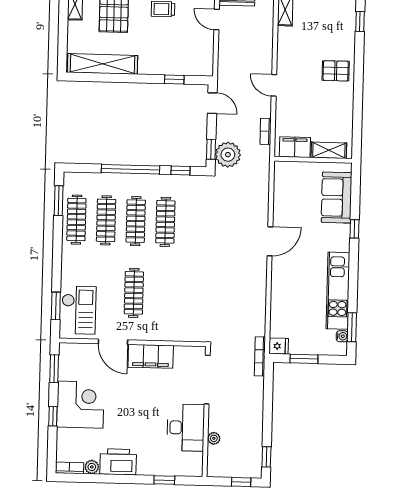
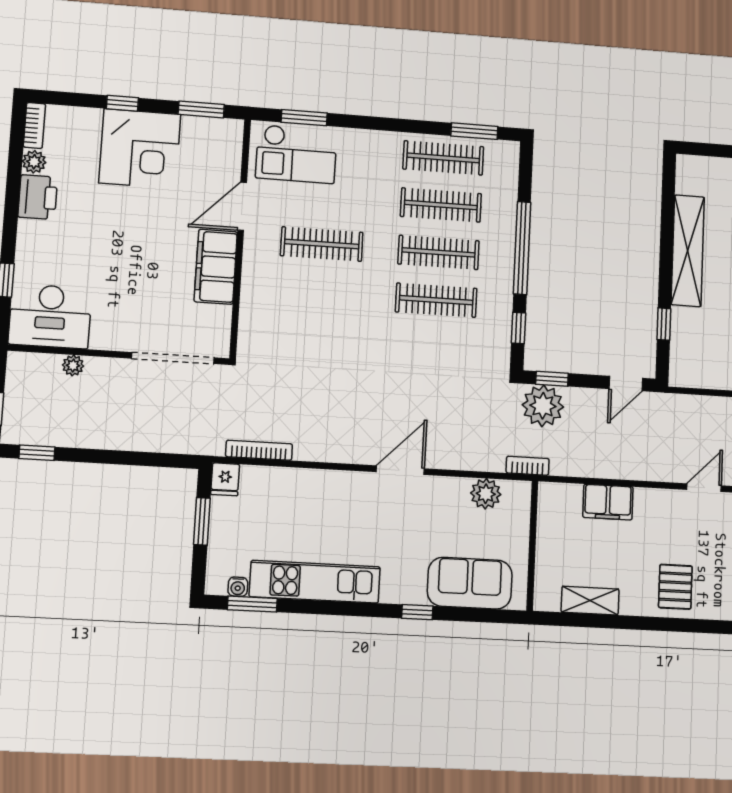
shelving: (103, 64) -> (688, 251), moved
door: (274, 85) -> (704, 488), moved
bookcase: (266, 131) -> (528, 466), moved
filing cabinet: (295, 147) -> (608, 502), moved, turned 90
shelving: (329, 150) -> (590, 601), moved, turned 90
plant: (283, 189) -> (486, 494), added
door: (270, 241) -> (400, 470), swing flipped
bookcase: (260, 356) -> (259, 450), moved
desk: (186, 428) -> (50, 316), moved
printer: (118, 462) -> (38, 197), width x0.73, depth x0.84

